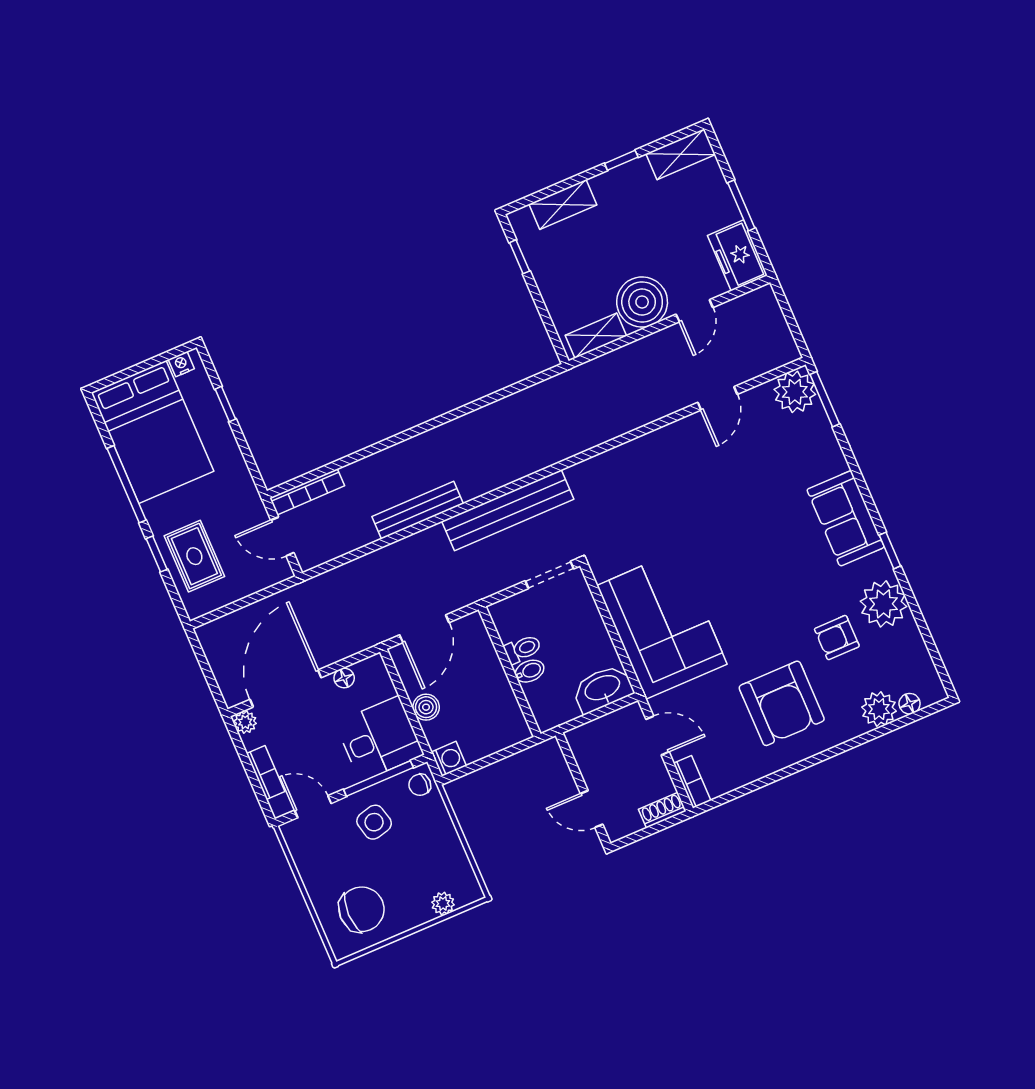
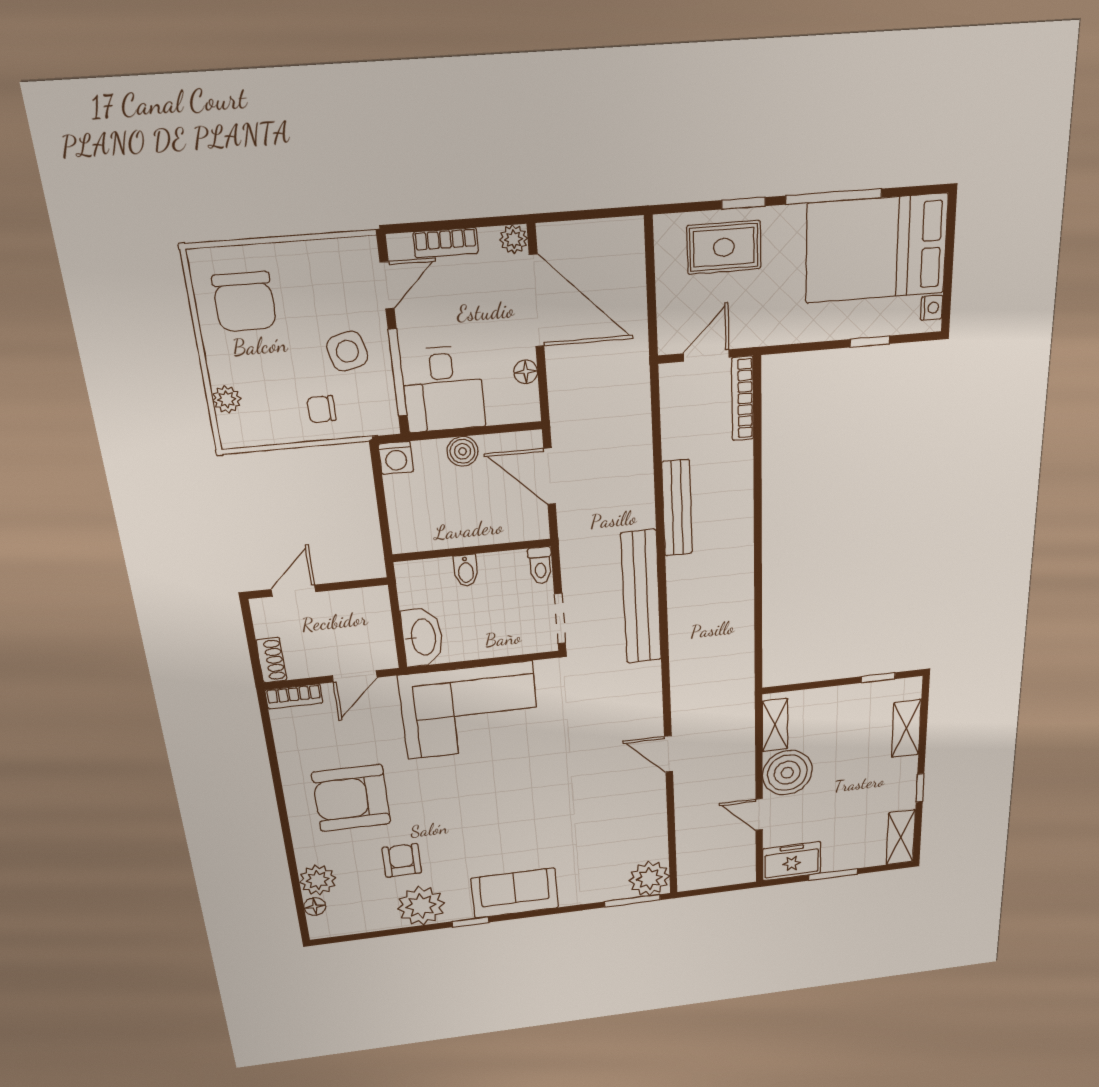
door: (718, 398) -> (669, 754), moved
toilet: (523, 649) -> (540, 565), moved
chair: (420, 785) -> (321, 409), moved, turned -91

